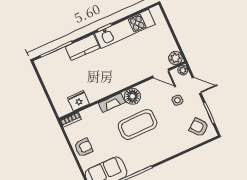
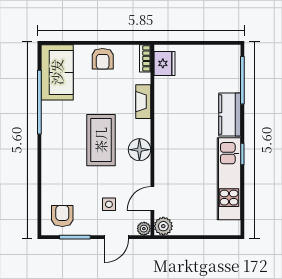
fridge: (78, 101) -> (165, 63), moved
fireplace: (112, 103) -> (143, 102), moved
armchair: (199, 127) -> (62, 216), turned -51

